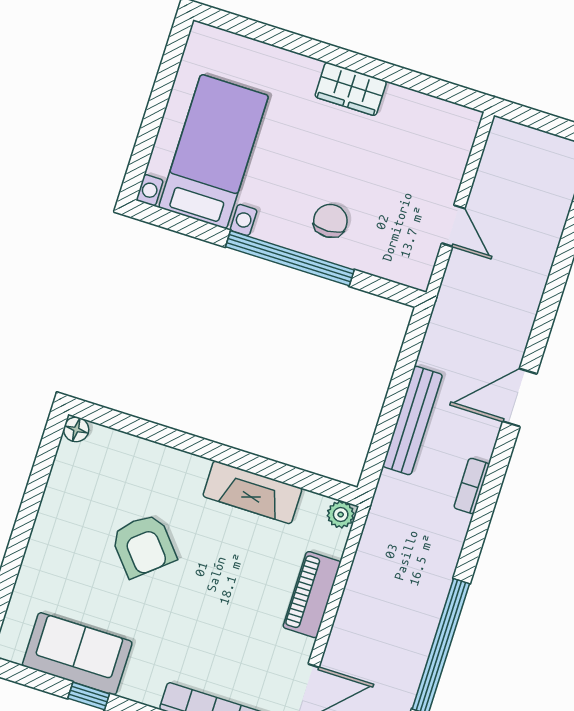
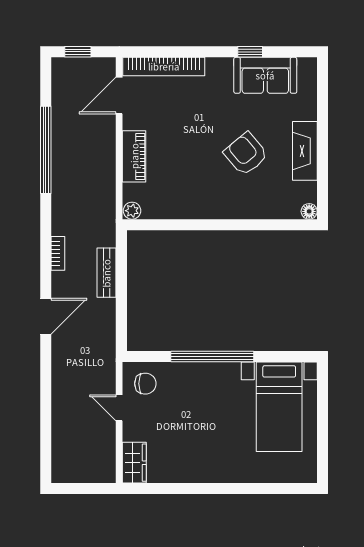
wardrobe: (351, 89) -> (134, 463), moved, turned 90
chair: (330, 221) -> (145, 384), moved, turned -87
bench: (412, 420) -> (106, 273), width x0.73
fireplace: (252, 492) -> (305, 151), moved, turned -90

